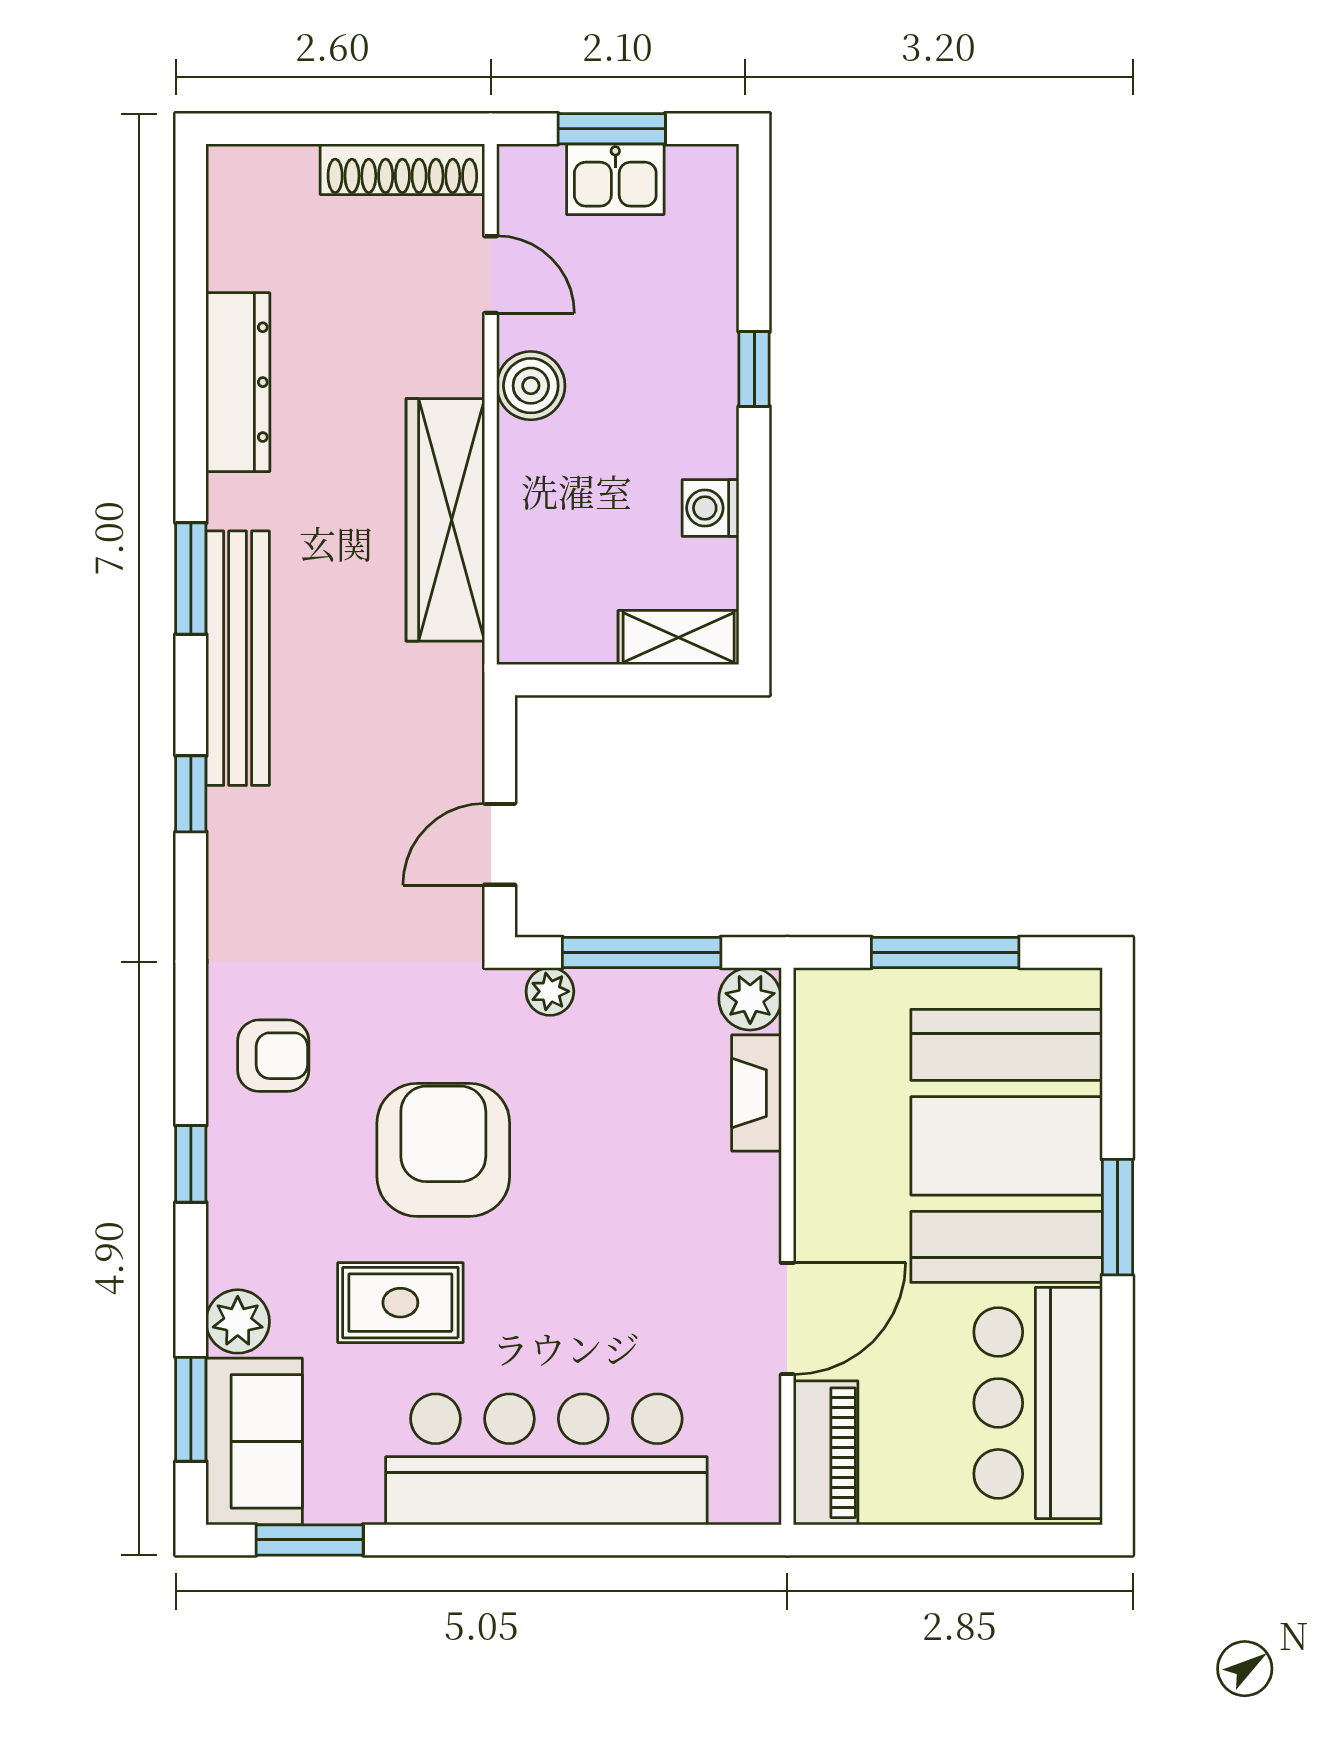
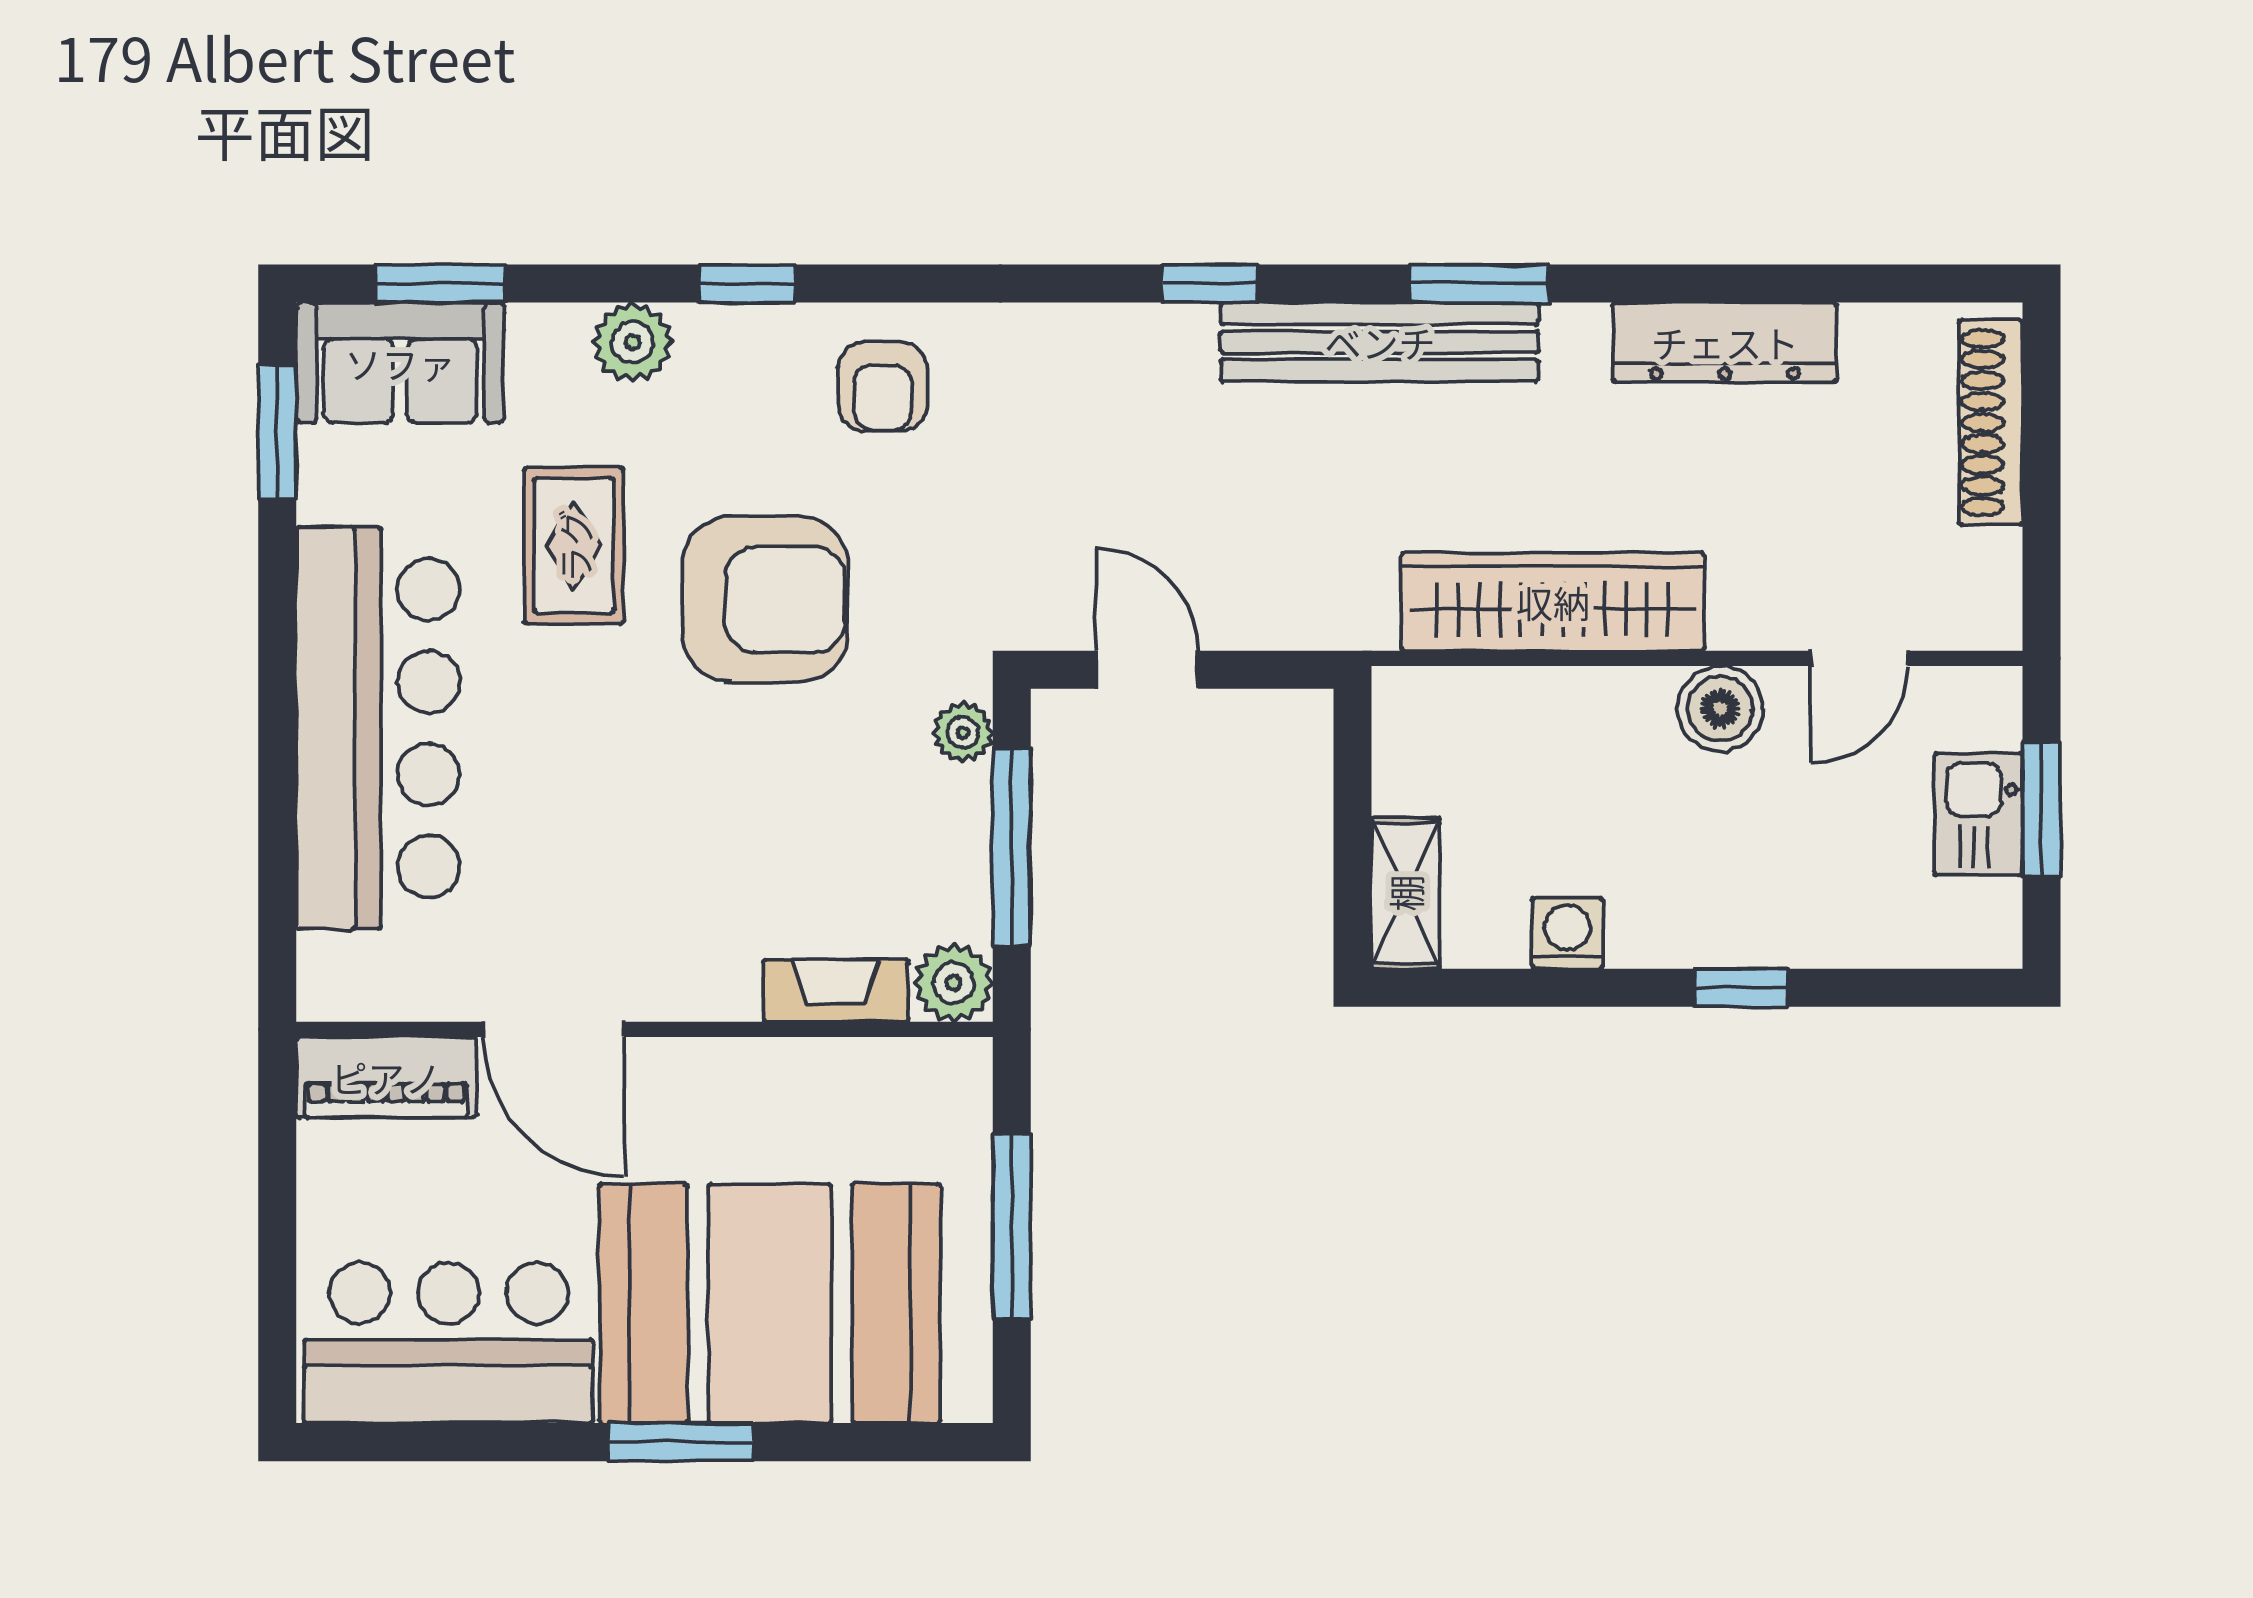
shoe rack: (402, 169) -> (1991, 423), moved
plant: (238, 1321) -> (633, 342), moved

